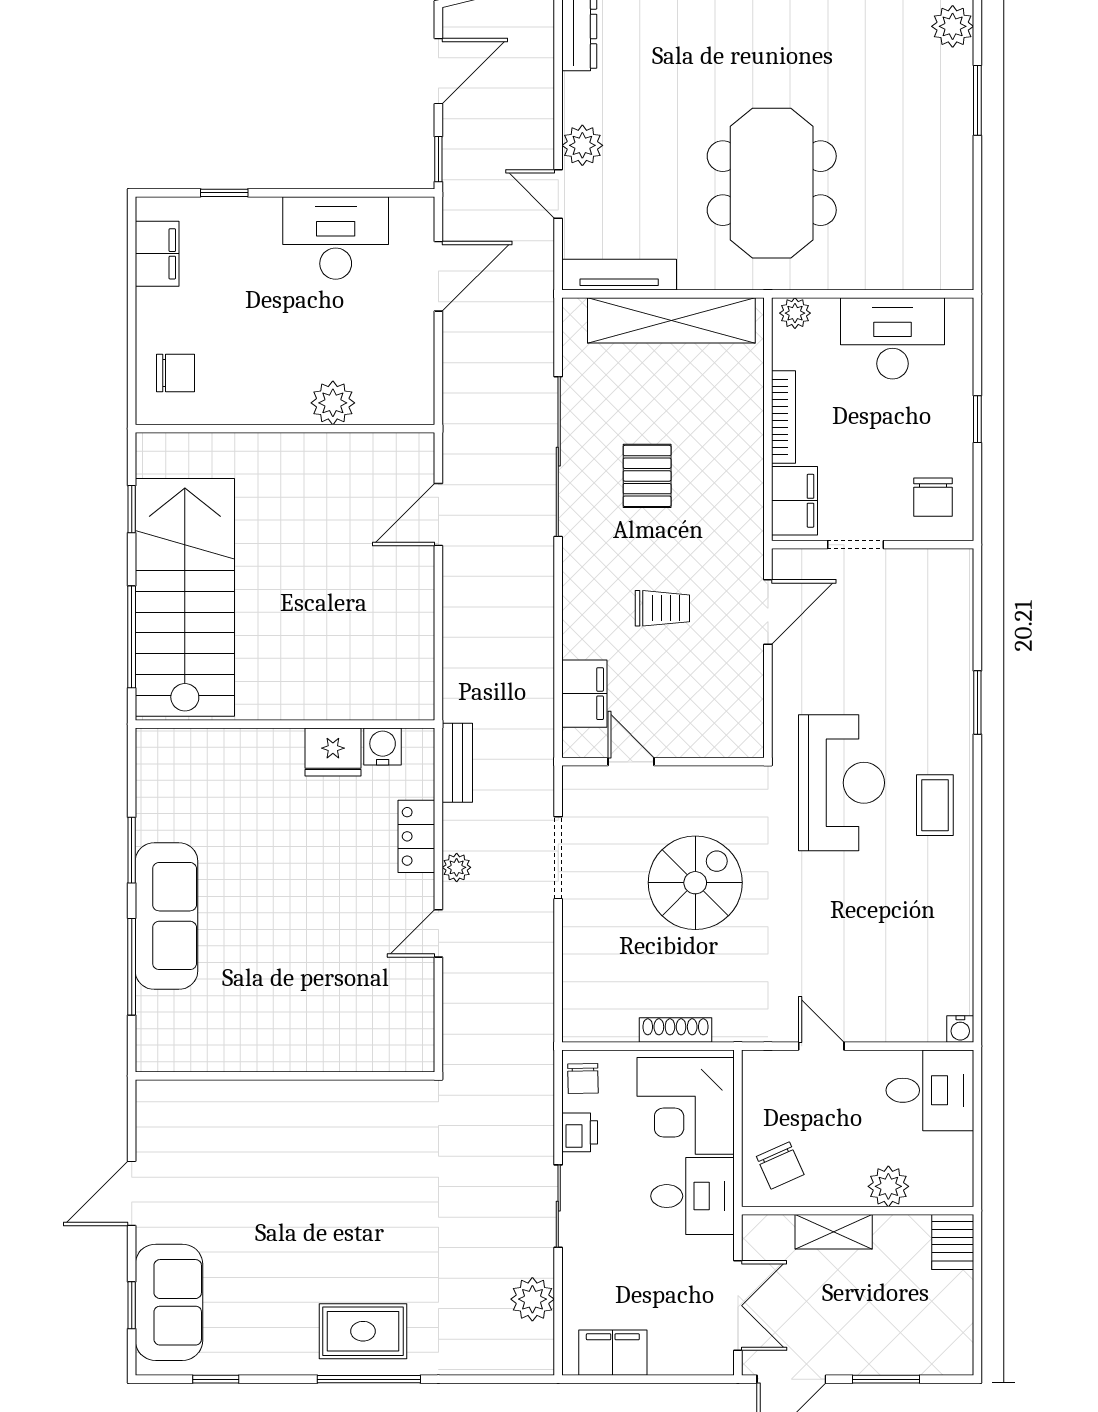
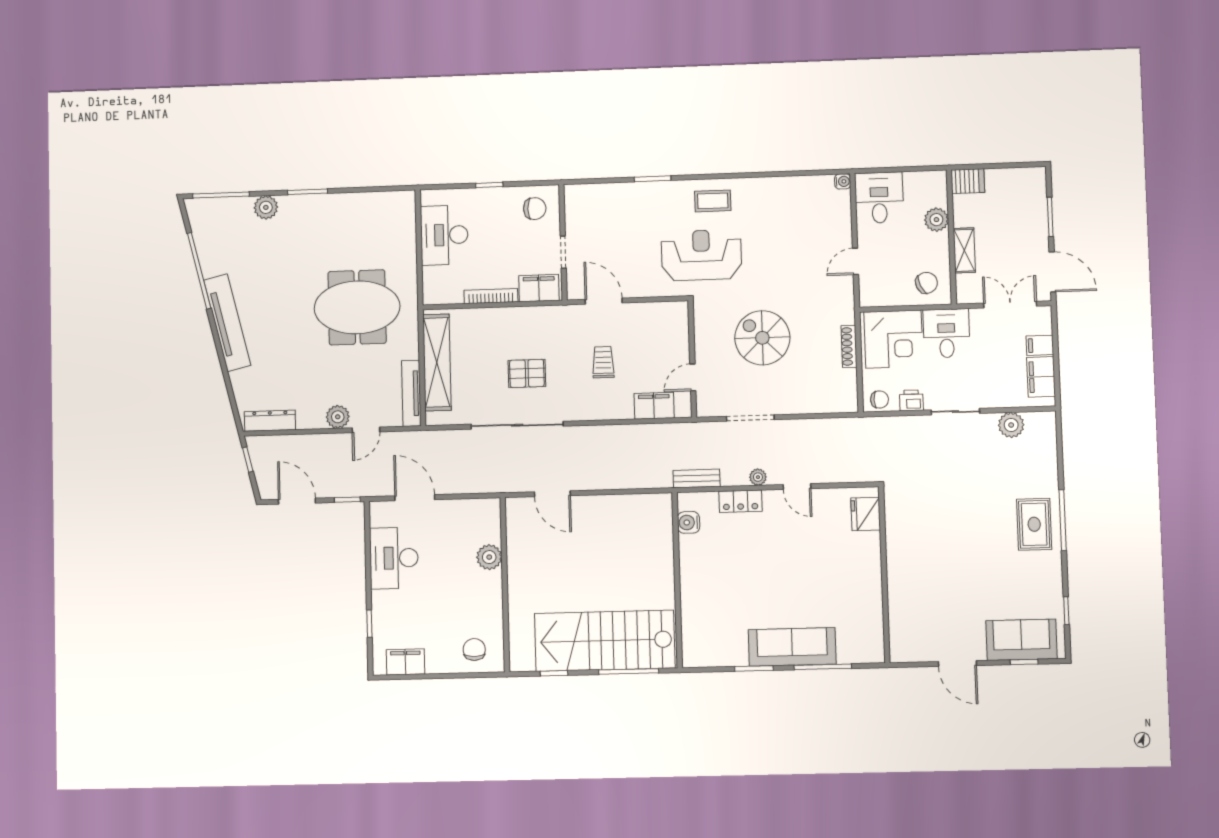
plant: (795, 313) -> (431, 291), removed
fridge: (333, 752) -> (866, 514), moved, turned 180
filing cabinet: (667, 1353) -> (1040, 345), added

